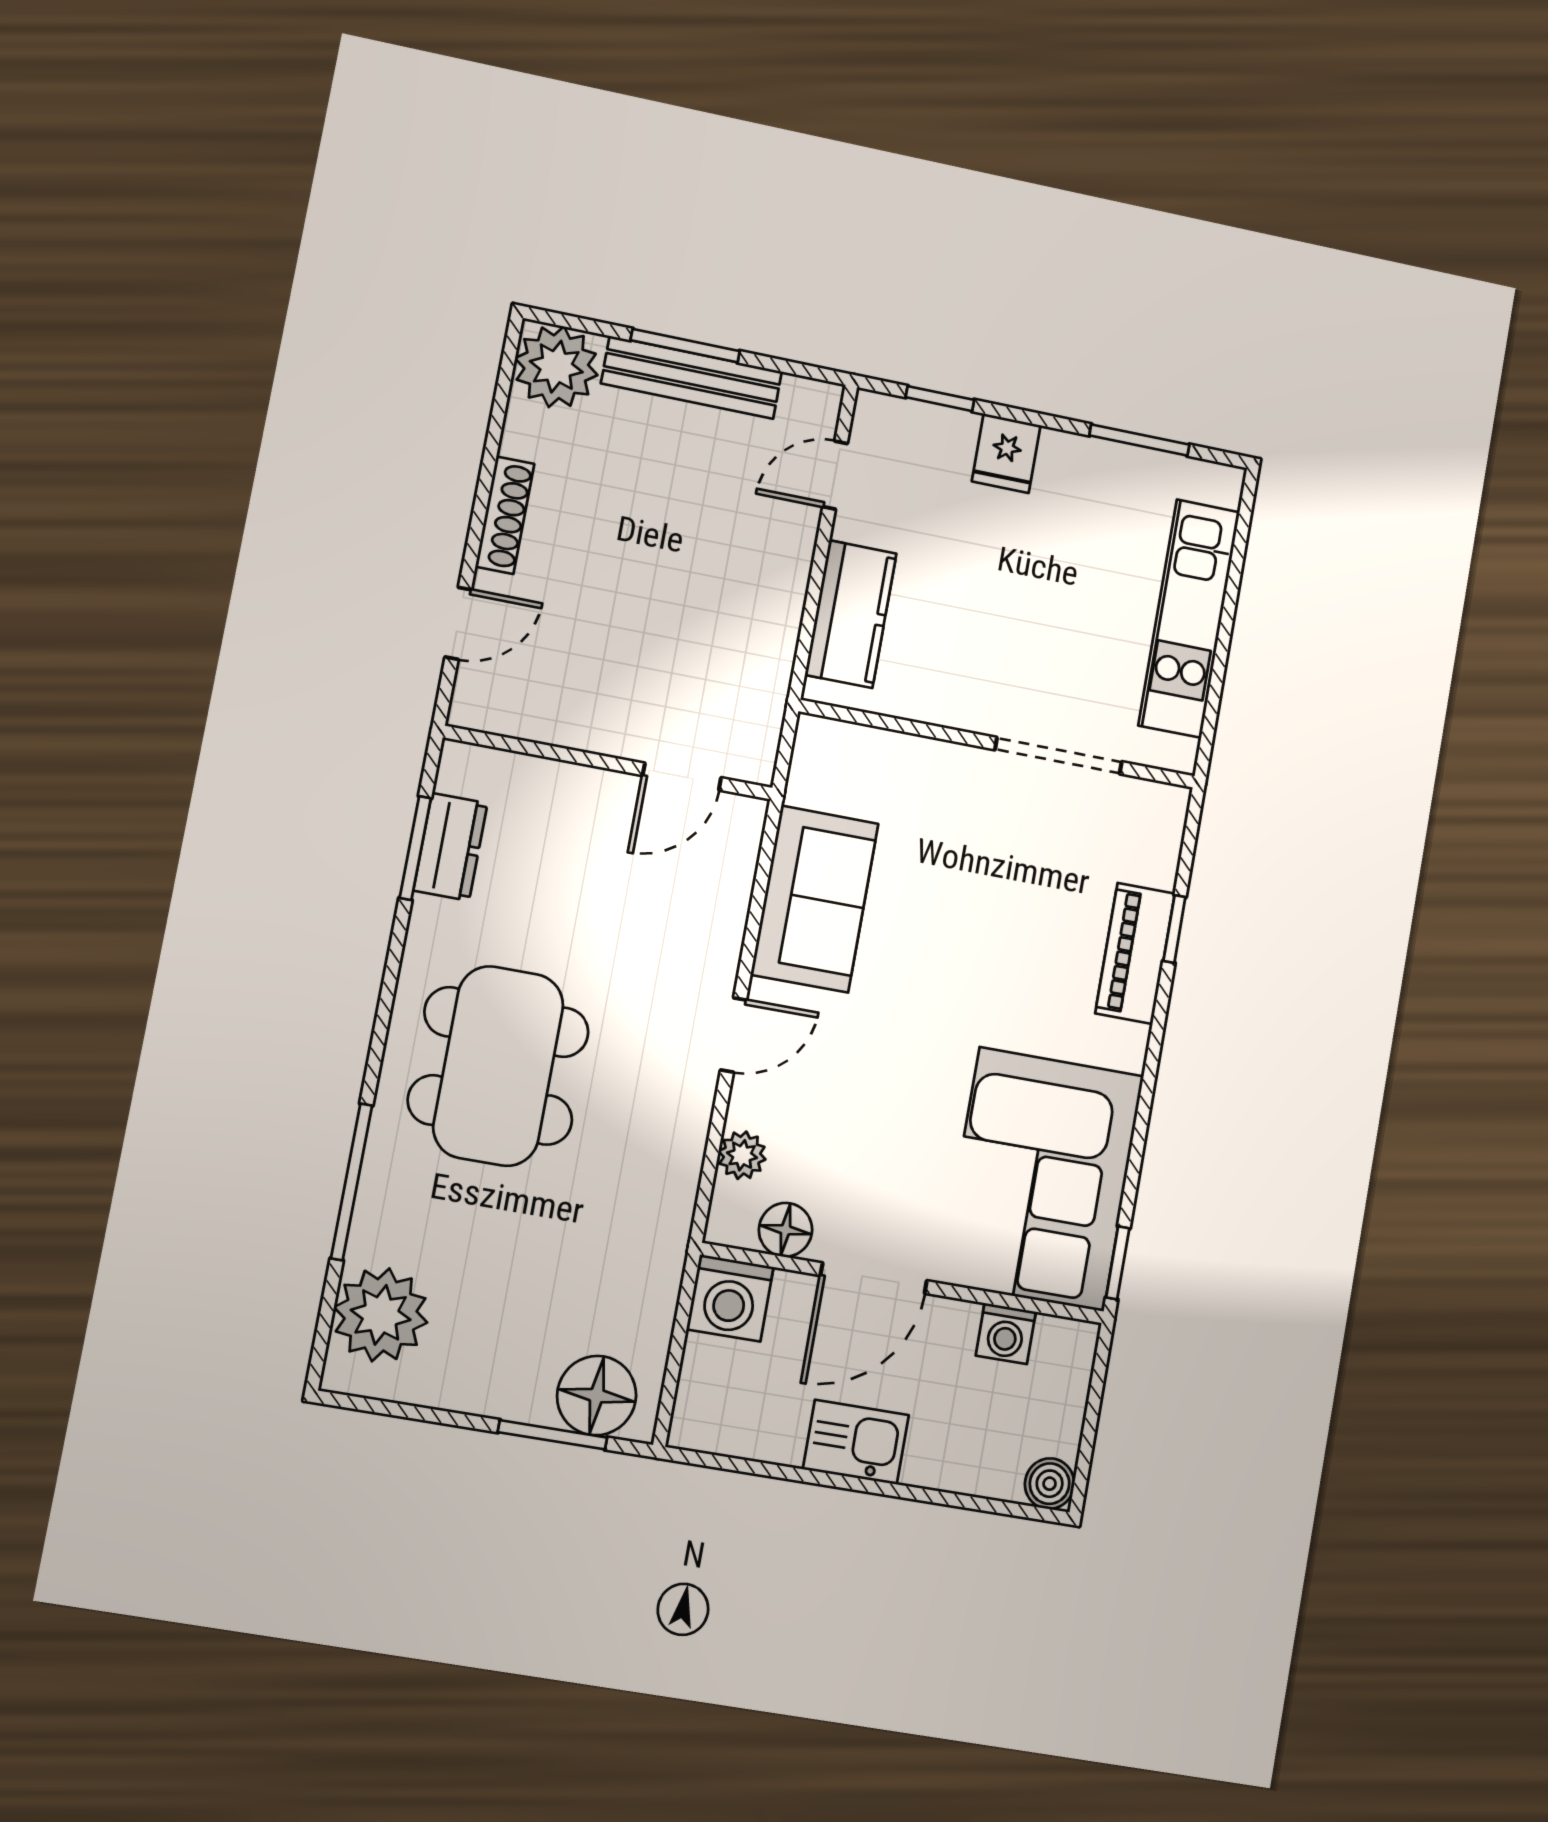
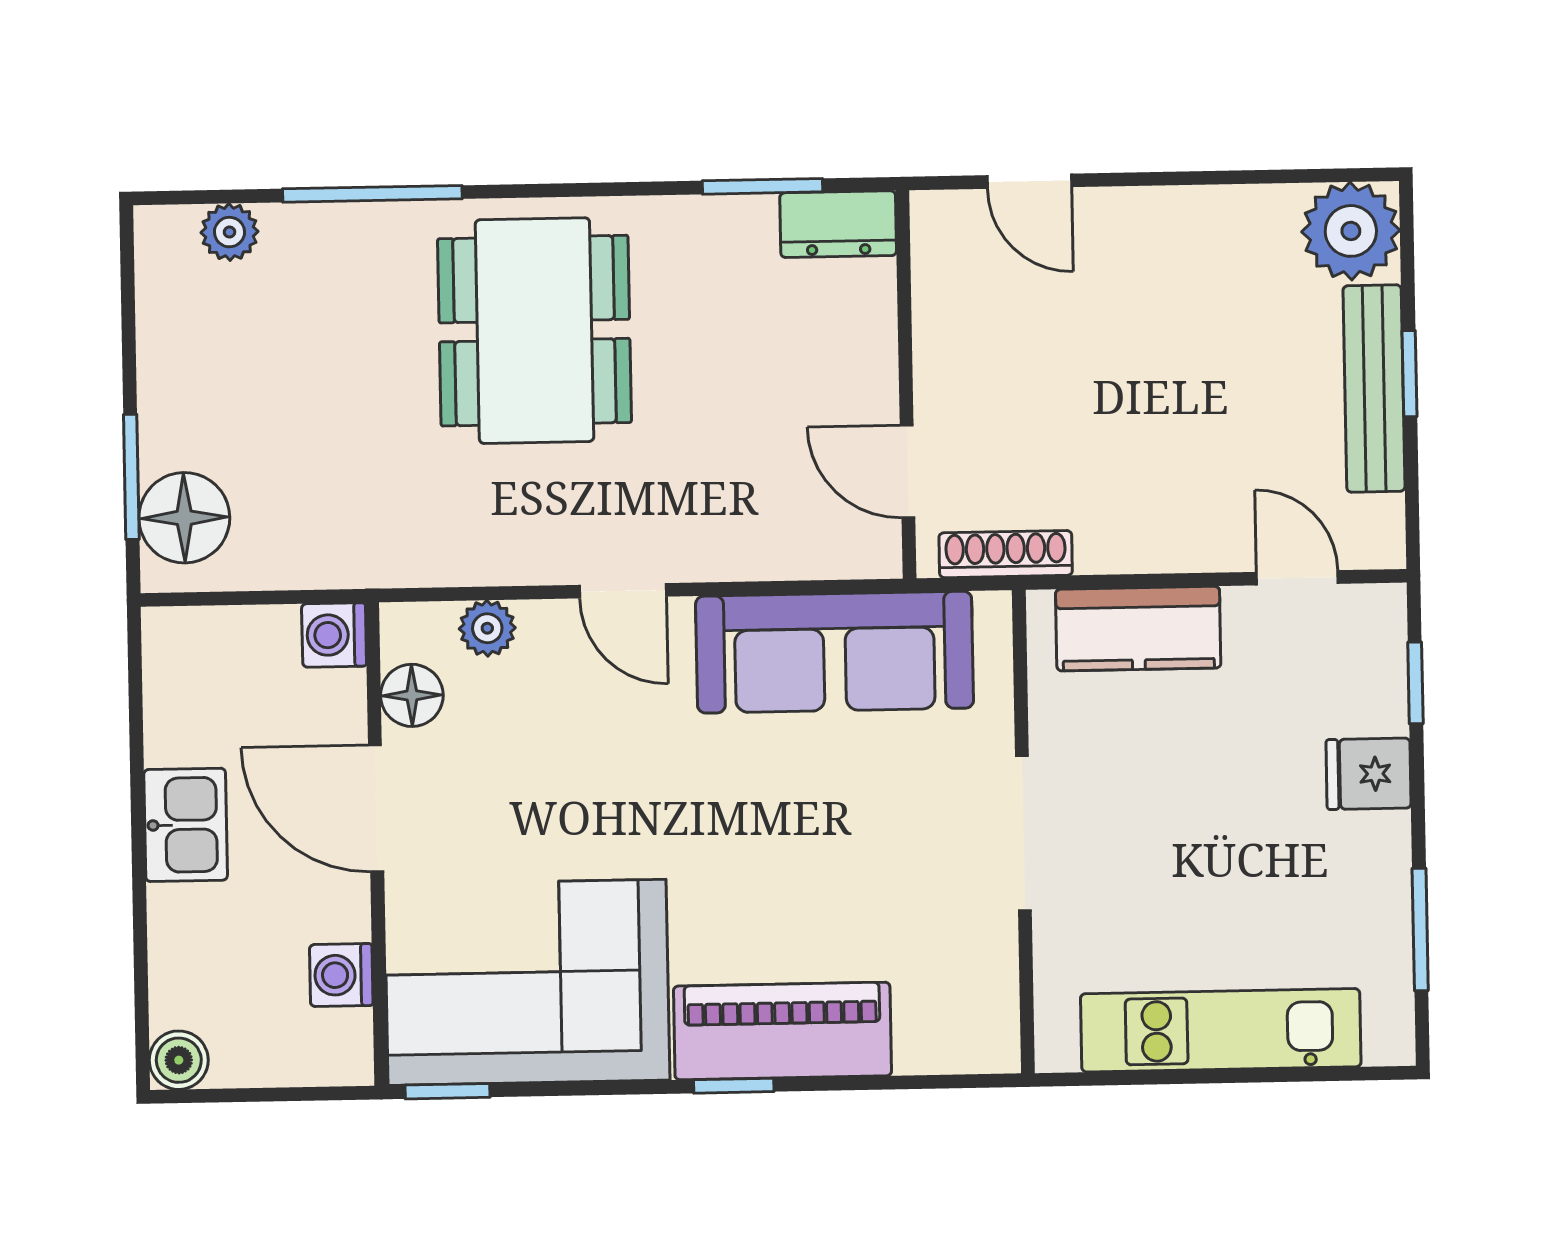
window: (685, 346) -> (1410, 374), width x0.67
shoe rack: (505, 515) -> (1006, 554), moved, turned 180
doorway: (1058, 756) -> (1023, 833), moved
dresser: (450, 847) -> (838, 224), moved
sofa: (815, 899) -> (835, 652), width x1.36
window: (1174, 929) -> (734, 1086), moved
piano: (1135, 953) -> (782, 1031), width x1.37, depth x1.33
dining table: (498, 1066) -> (534, 331), turned 90
washing machine: (730, 1298) -> (334, 635), width x0.73, depth x0.73
plant: (381, 1315) -> (229, 232), width x0.53, depth x0.53

